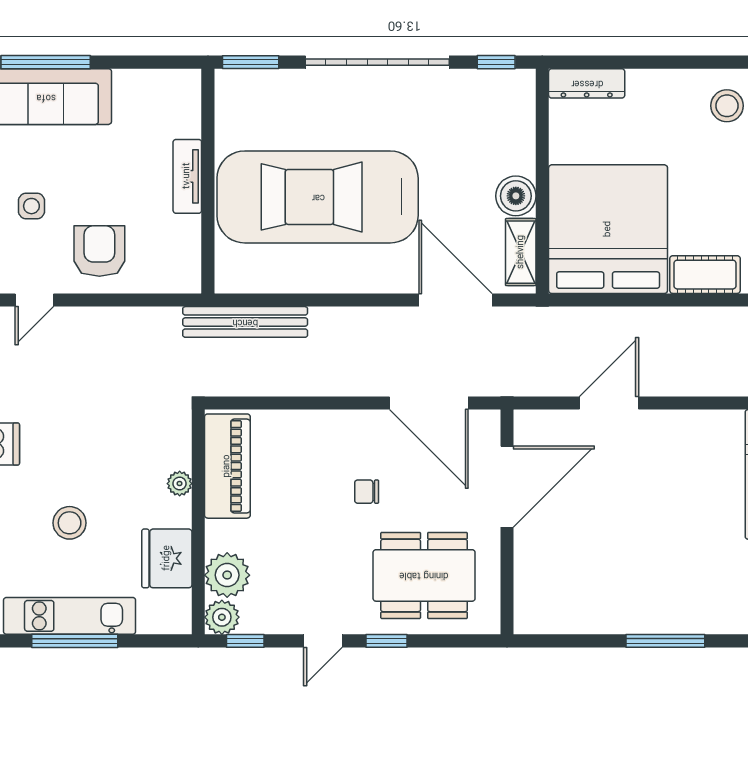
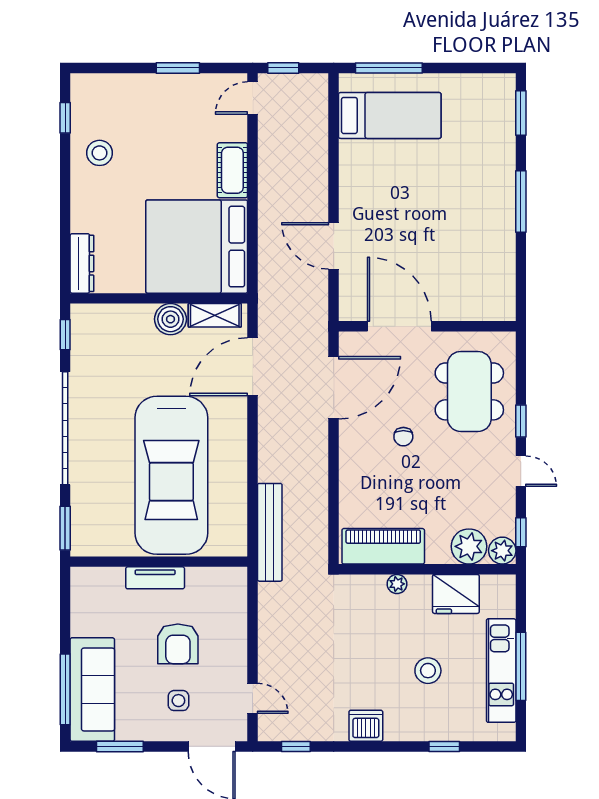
armchair: (99, 251) -> (178, 644), moved, turned -90

